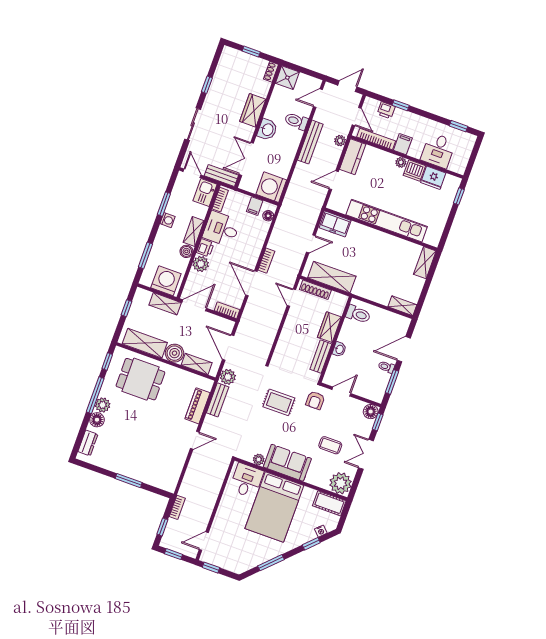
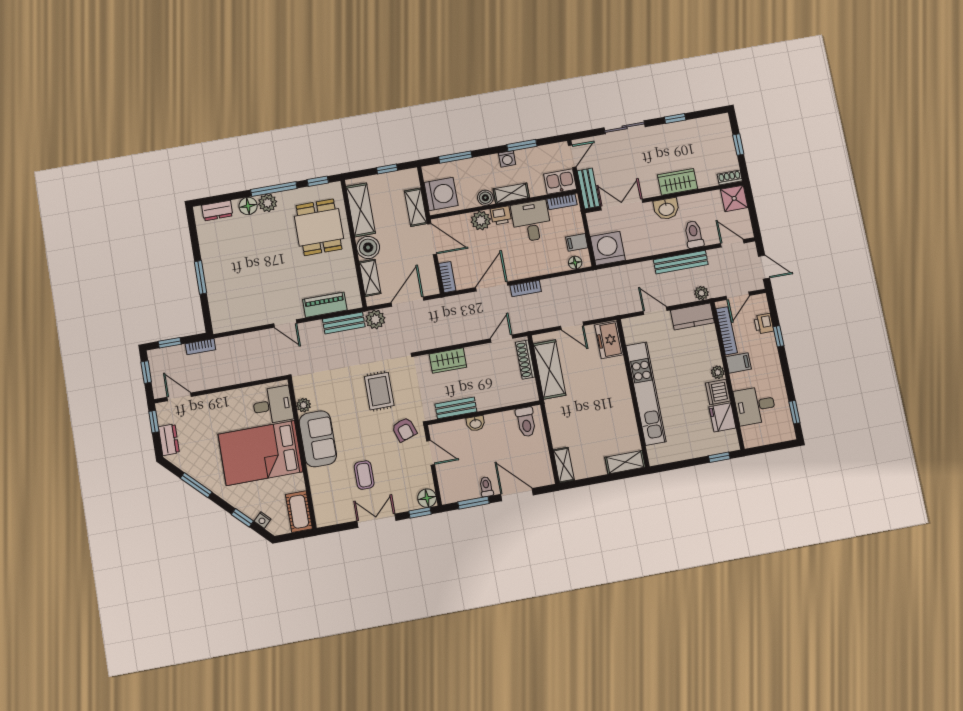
wardrobe: (329, 327) -> (448, 361), moved, turned 180
armchair: (315, 400) -> (404, 430), turned -109
plant: (341, 483) -> (328, 511), removed
dresser: (229, 564) -> (169, 440), added

